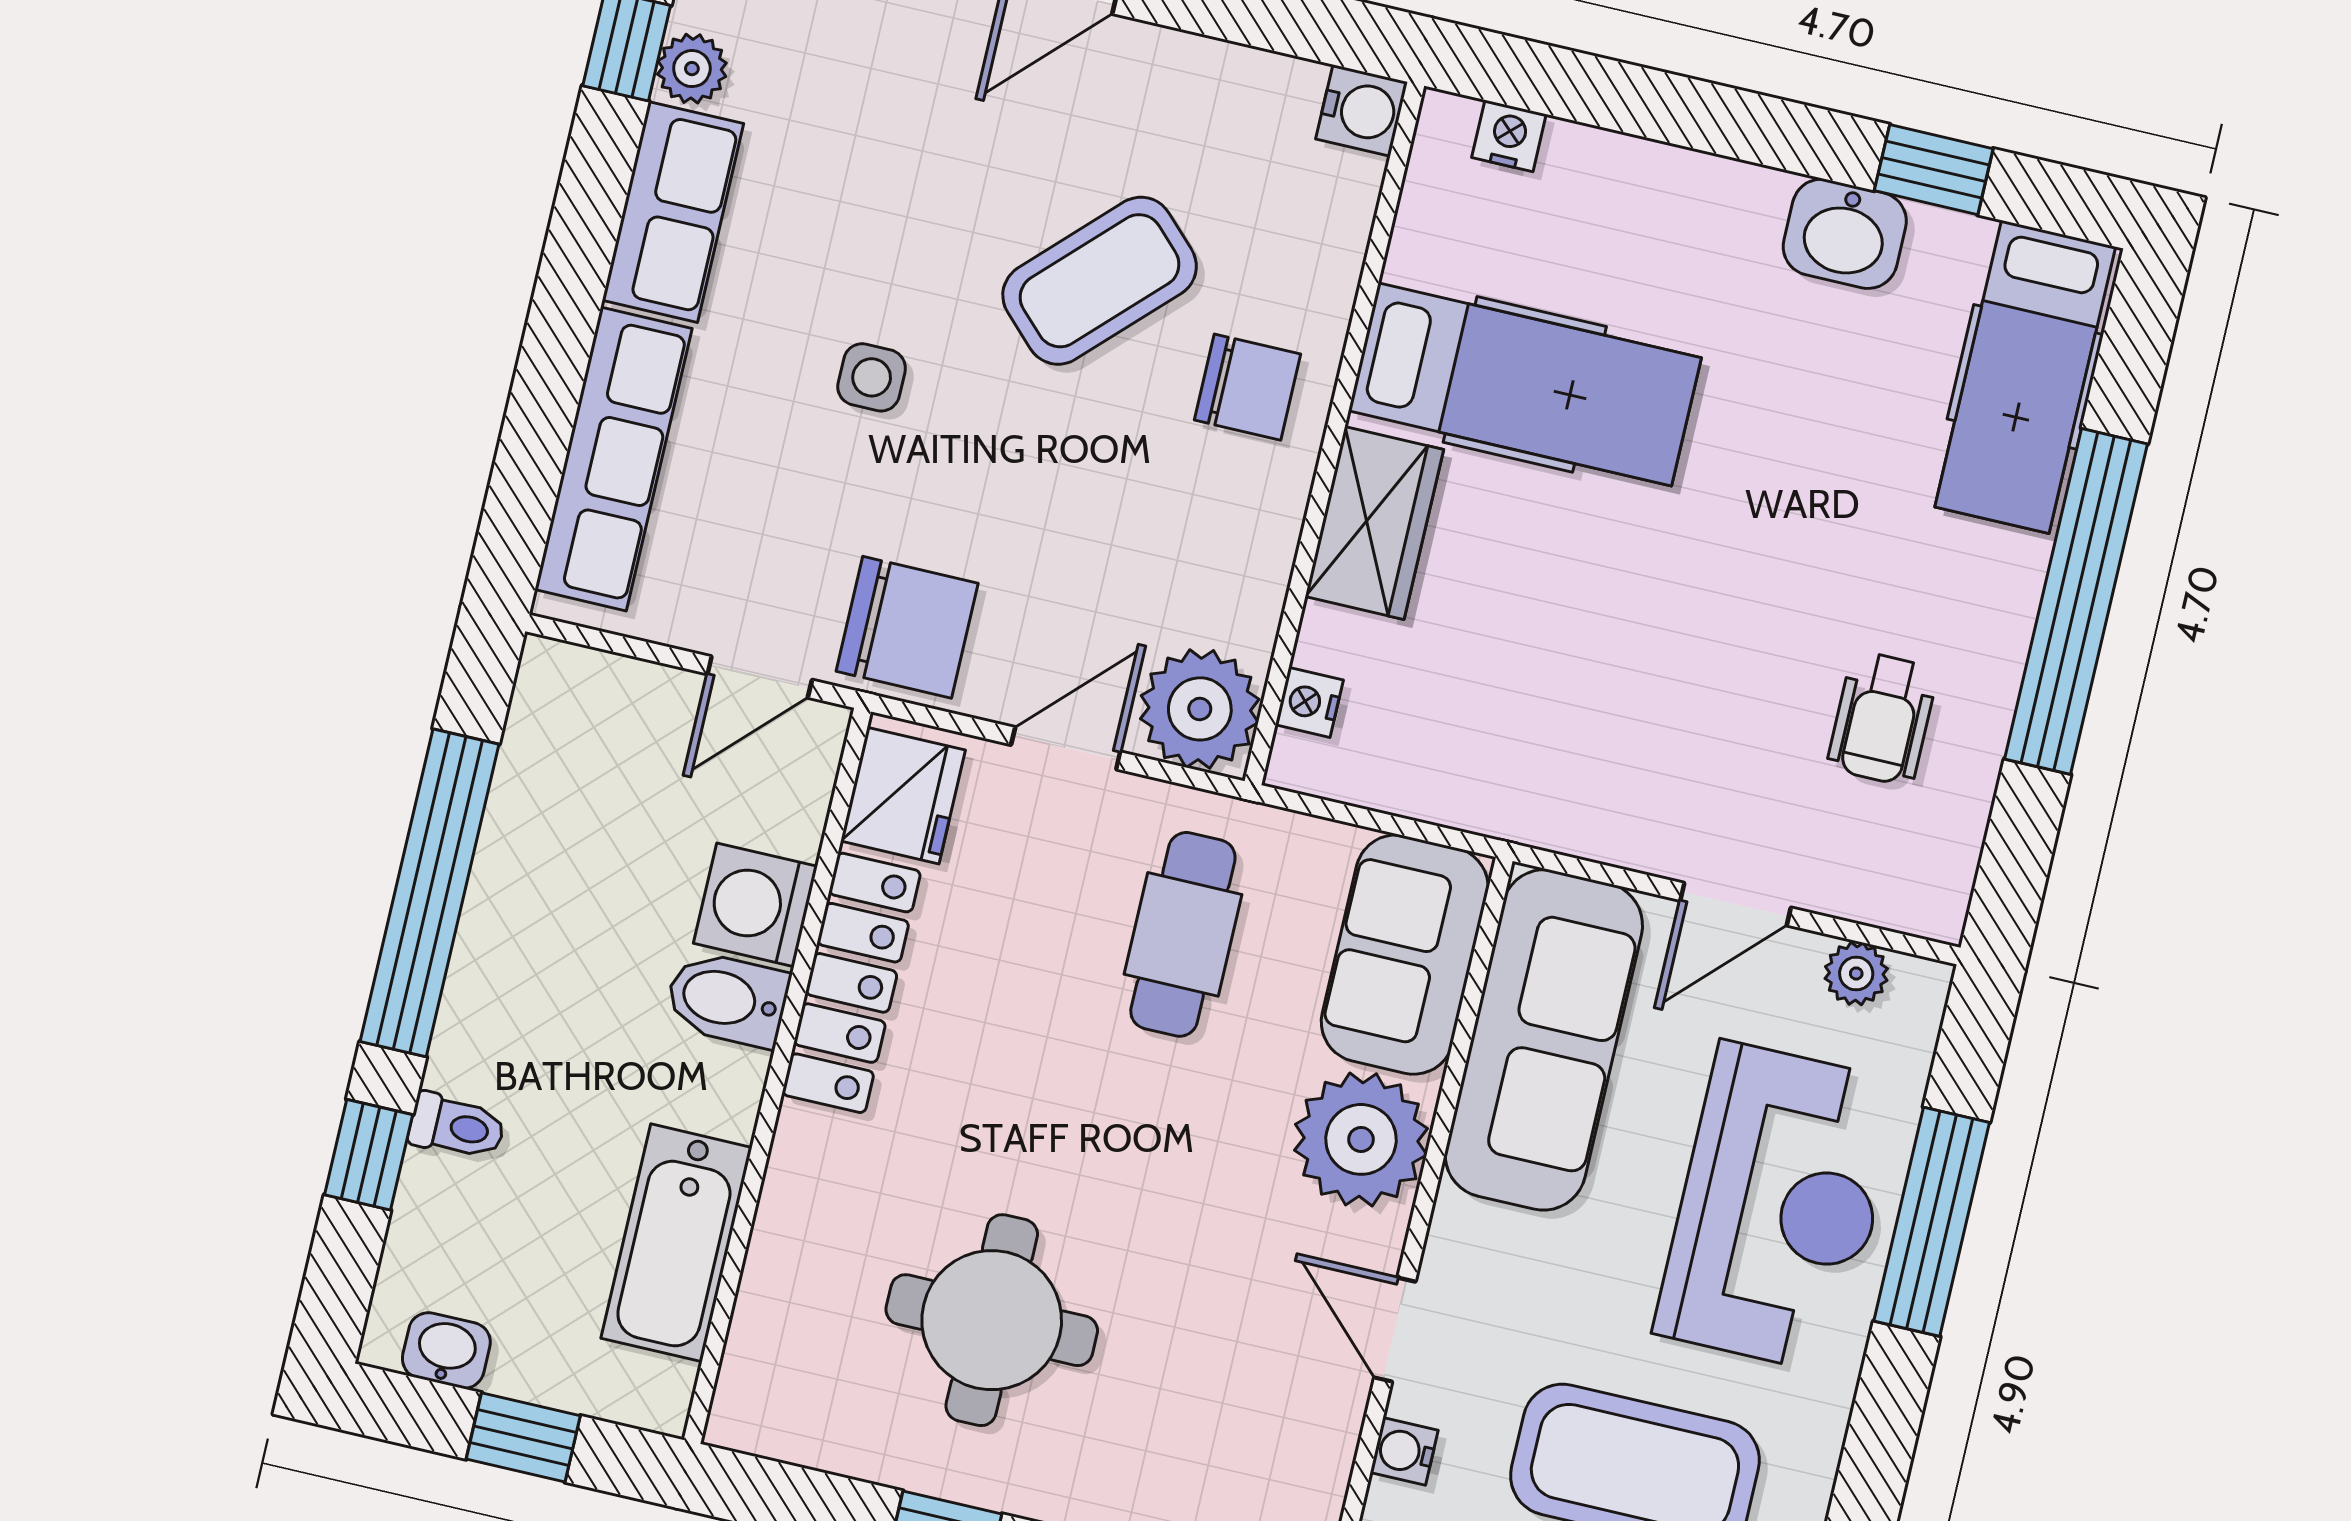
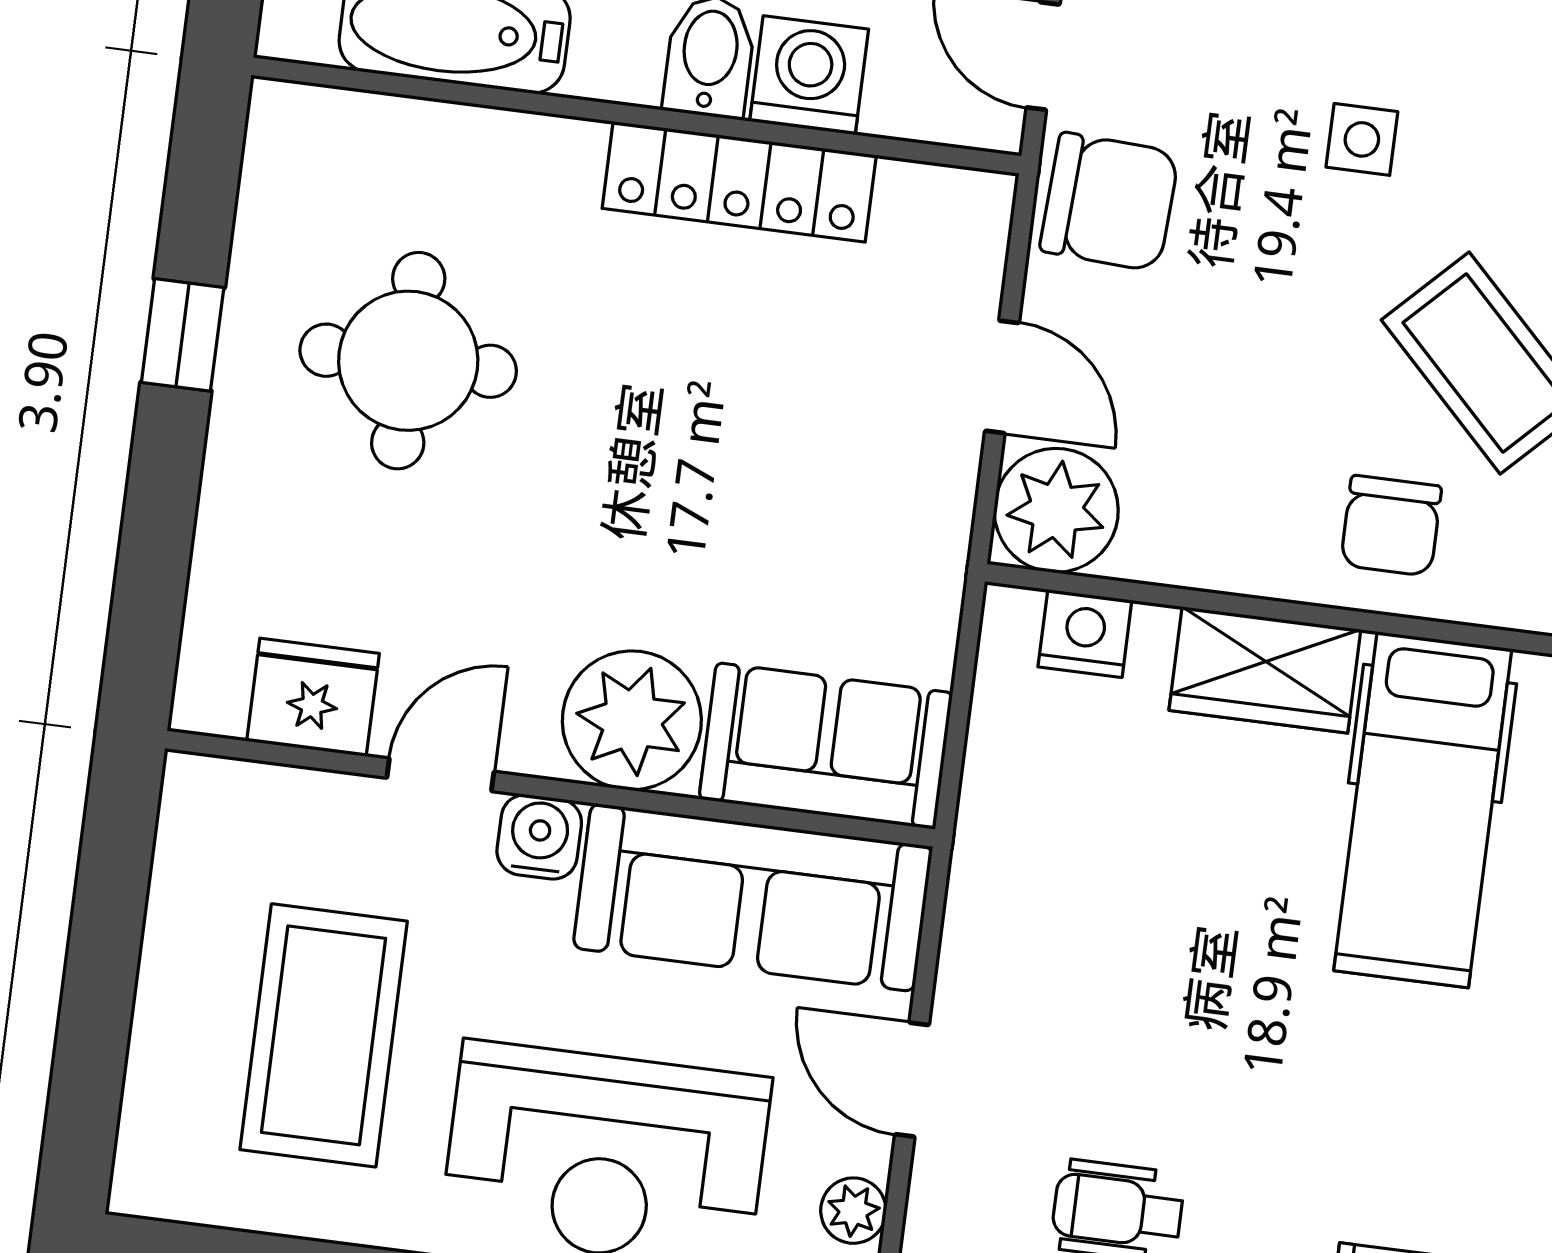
chair: (907, 627) -> (1109, 202), turned -87
nightstand: (1309, 702) -> (1085, 633), width x1.39, depth x1.35
fridge: (903, 796) -> (313, 697), moved, turned 180
cafe table: (1183, 934) -> (823, 517), removed
water cooler: (1404, 1451) -> (539, 837), moved, width x1.38, depth x1.38

